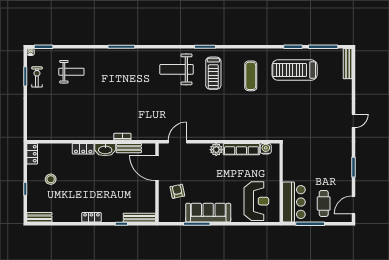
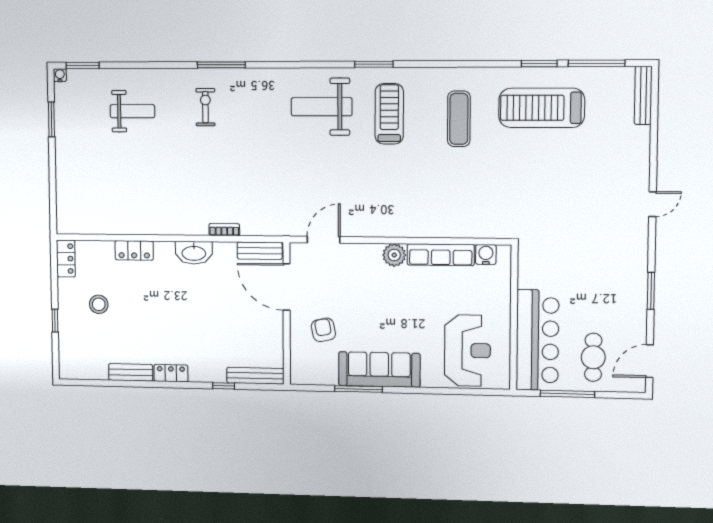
treadmill: (213, 73) -> (389, 114), turned 180
exercise bike: (37, 77) -> (205, 107), moved
bench: (129, 148) -> (260, 251), moved
locker: (83, 149) -> (134, 250), moved
bar counter: (294, 202) -> (537, 340), width x1.36
bench: (39, 217) -> (131, 372), moved

